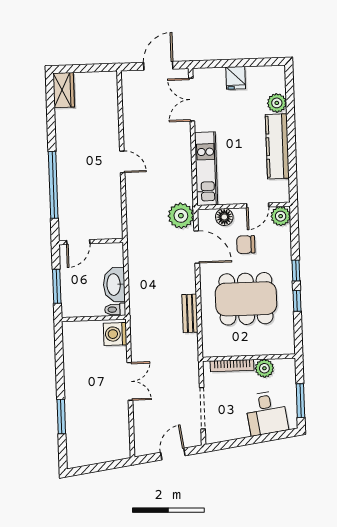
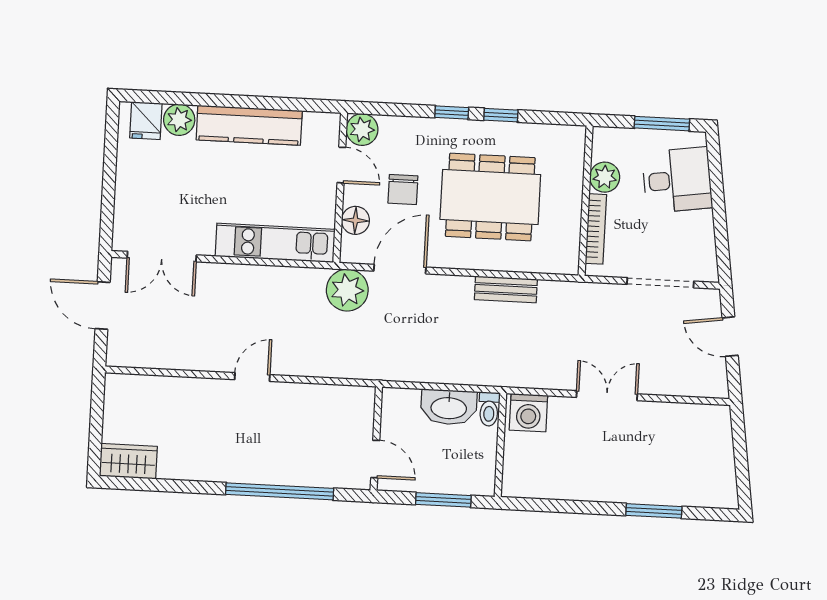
fridge: (236, 78) -> (146, 121), moved, turned 90
dining table: (246, 299) -> (490, 197), turned 90

